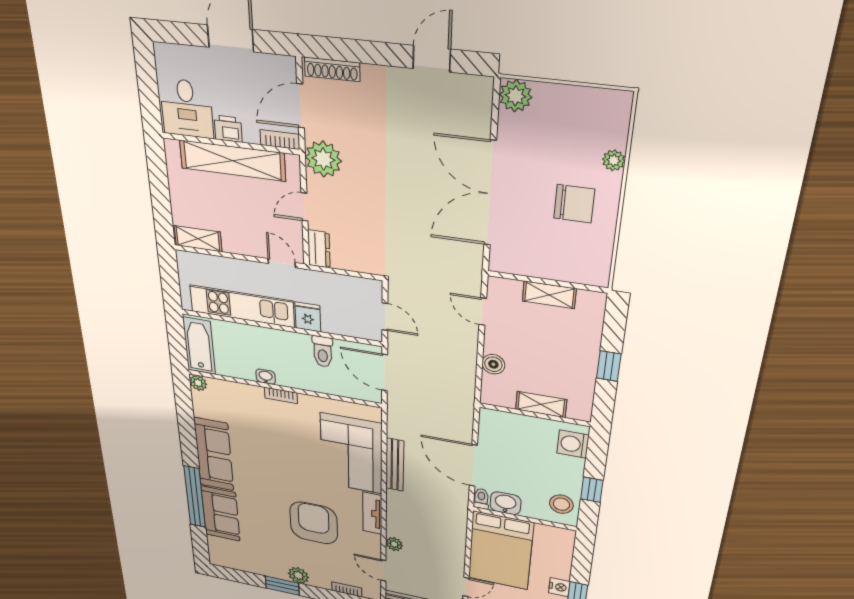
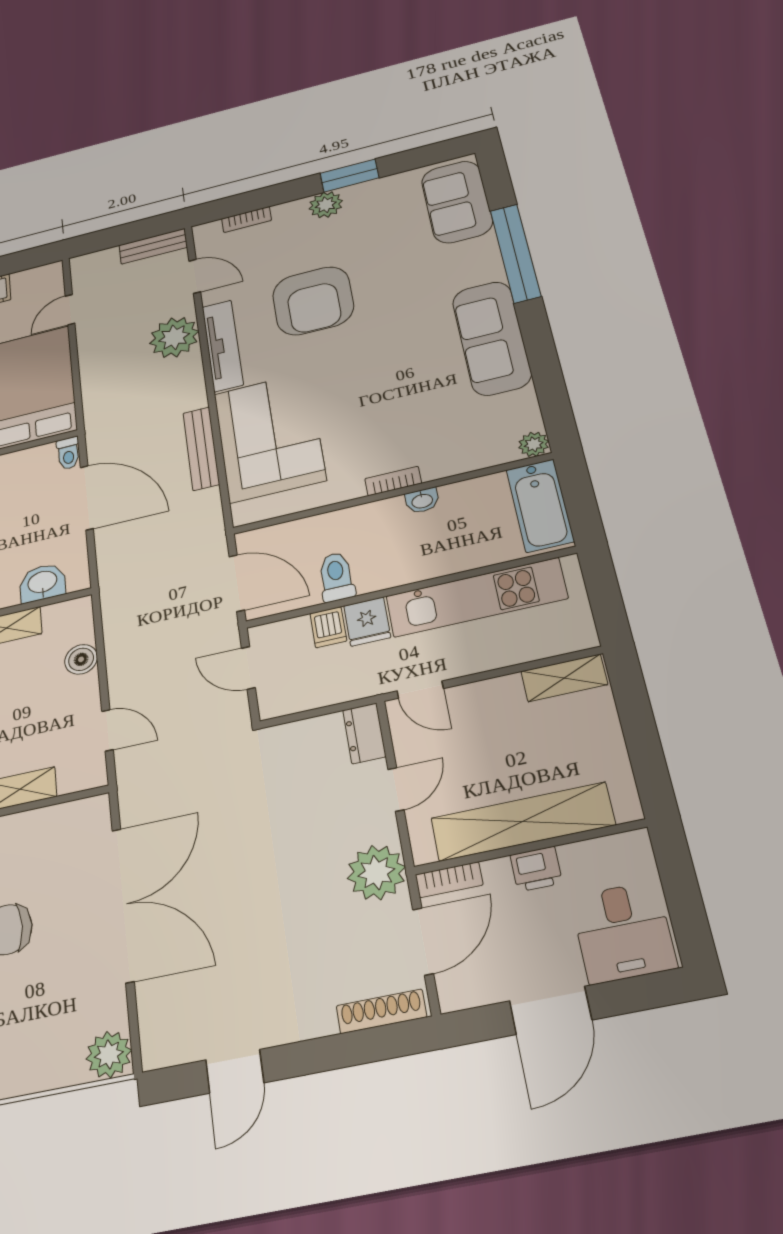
desk: (187, 108) -> (623, 932), moved, turned 180
dishwasher: (332, 323) -> (328, 627), added
washbasin: (505, 503) -> (42, 583), moved, turned 180
tv unit: (372, 513) -> (223, 346), width x1.41
sofa: (221, 514) -> (457, 202), moved
plant: (394, 544) -> (174, 337), width x1.88, depth x1.88

